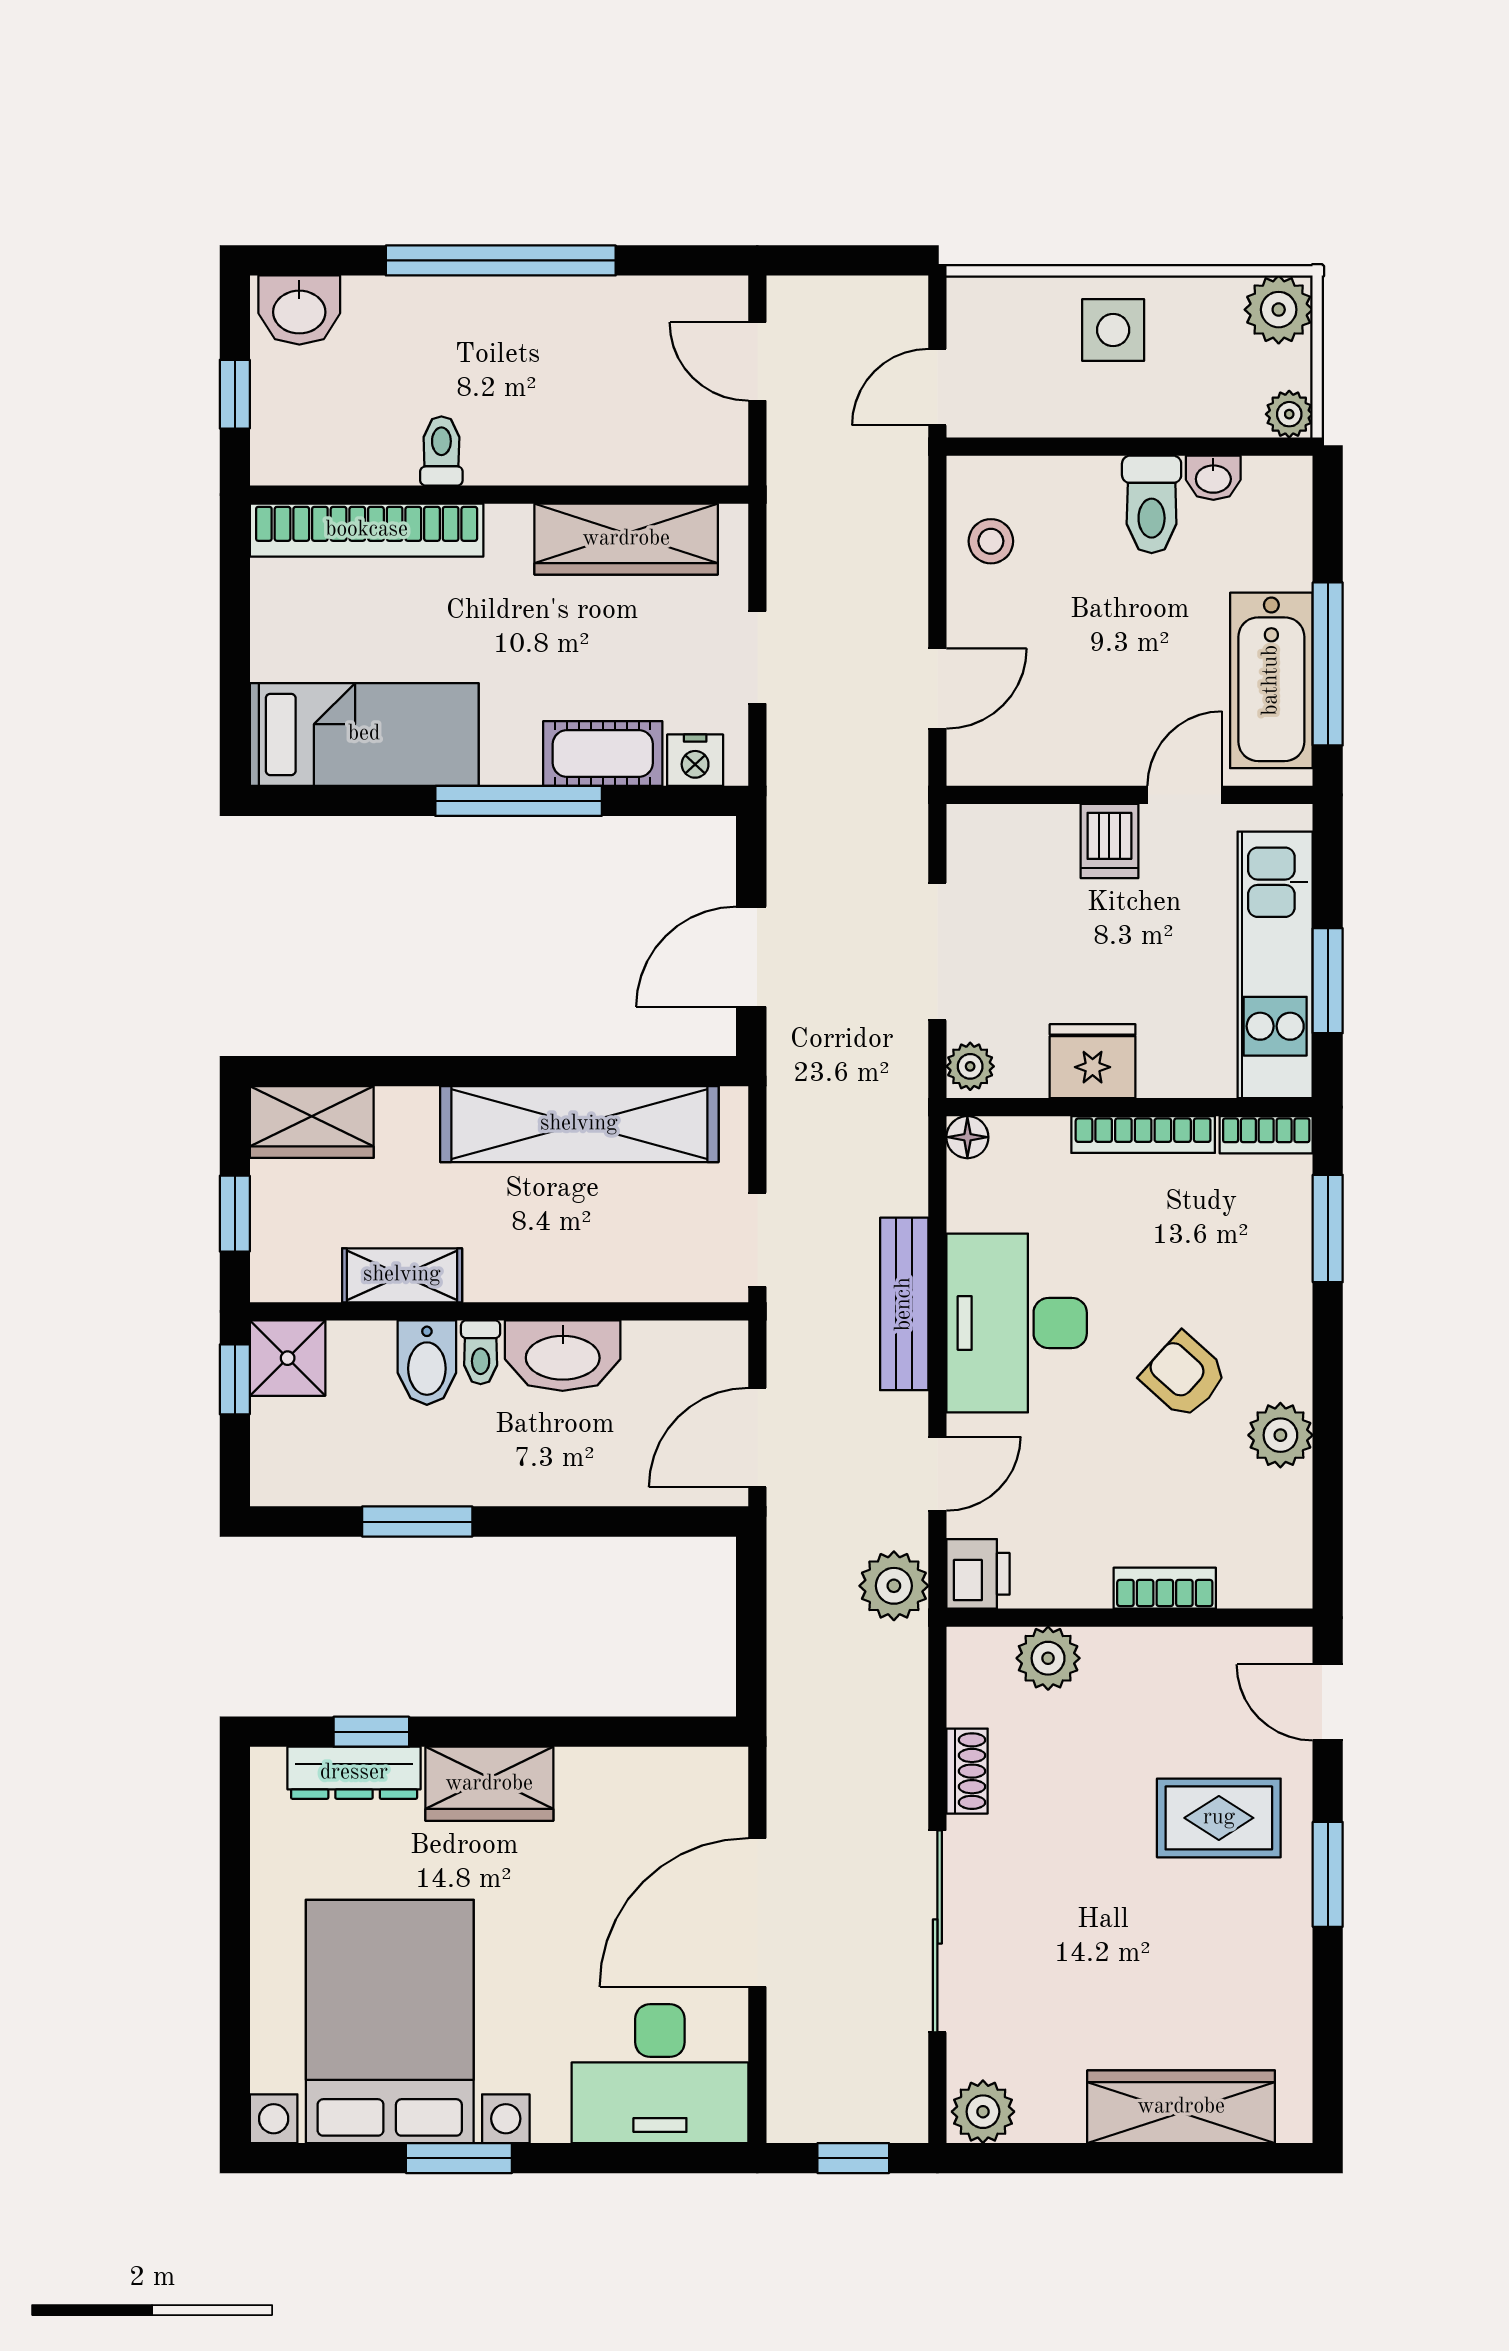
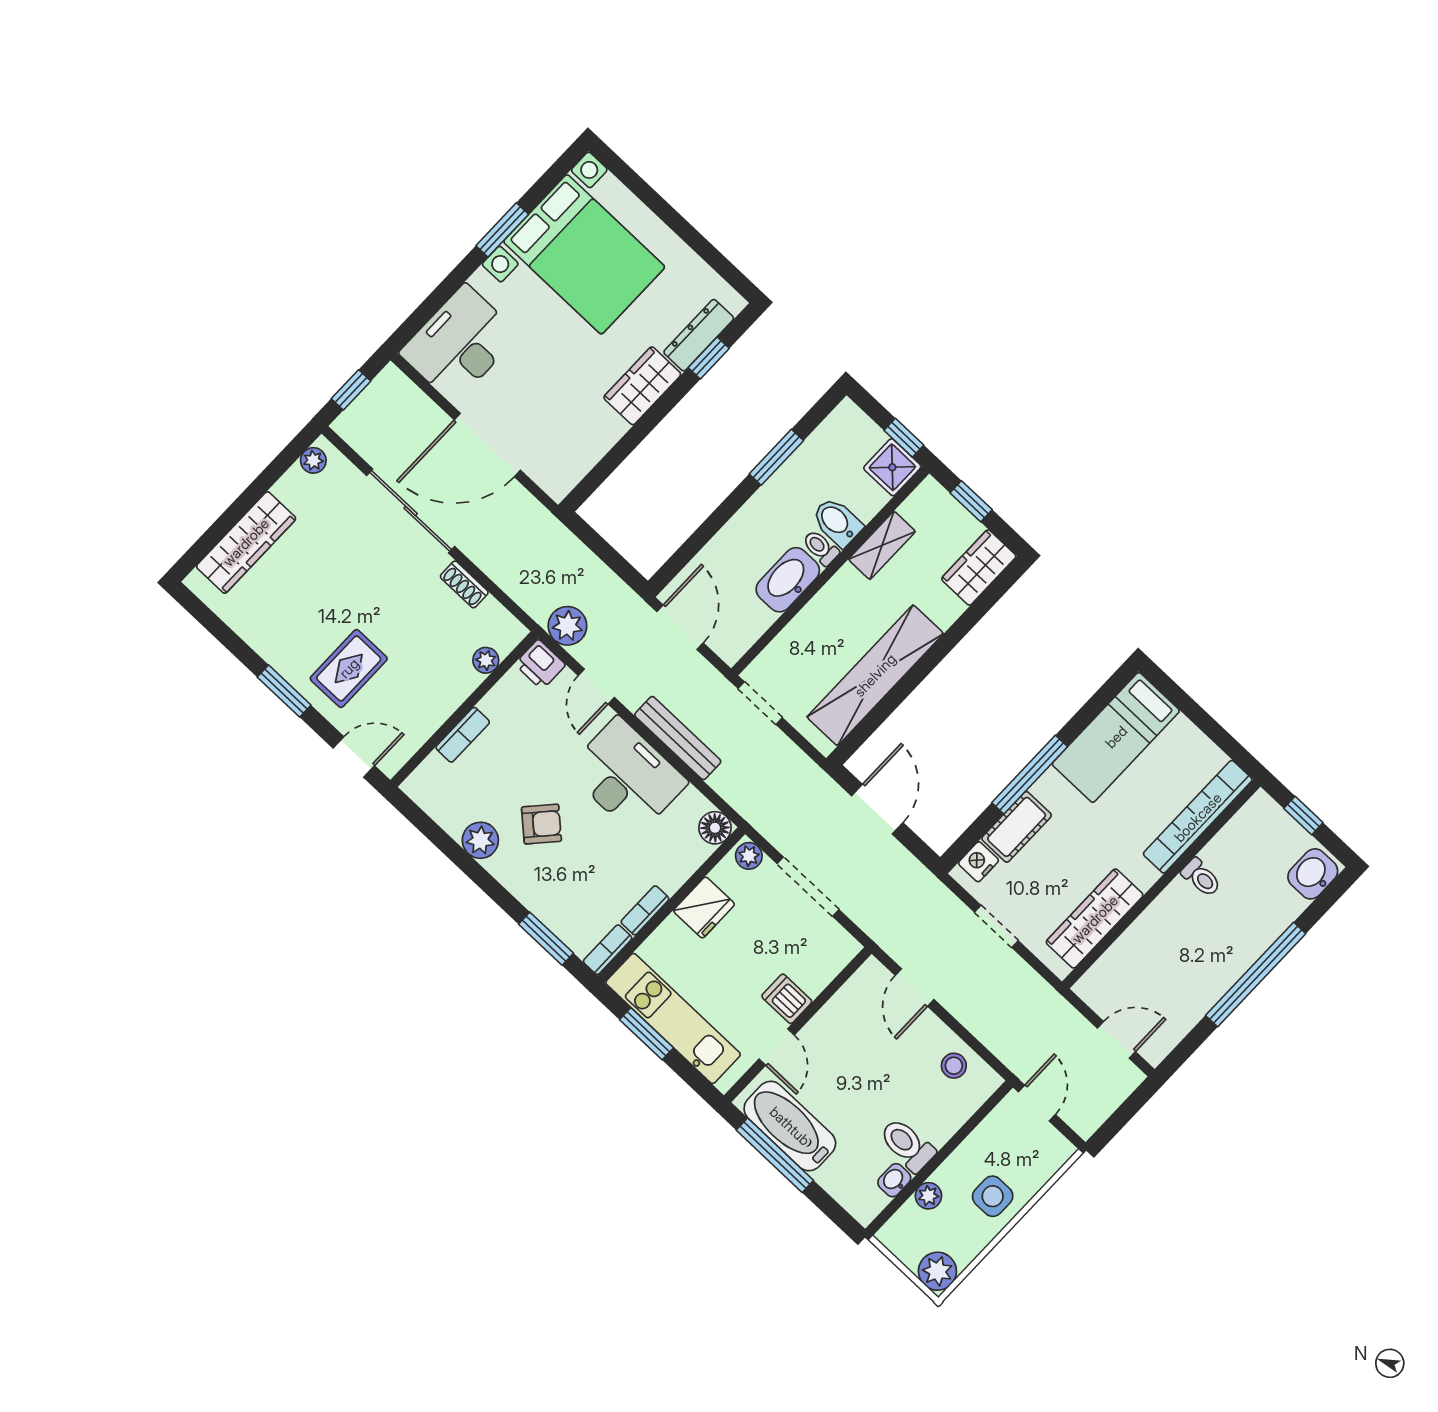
plant: (1289, 414) -> (928, 1196), moved
bookcase: (1143, 1135) -> (645, 910), width x0.64
floor lamp: (967, 1137) -> (715, 828), width x1.37, depth x1.37
plant: (1048, 1658) -> (486, 660), width x0.73, depth x0.73
door: (757, 1913) -> (487, 445), swing flipped
plant: (983, 2112) -> (313, 460), width x0.73, depth x0.73

